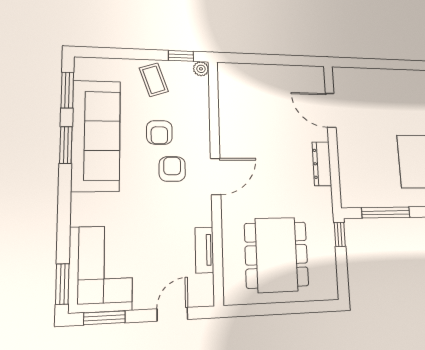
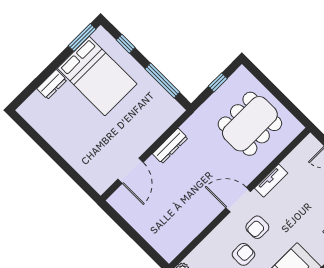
window: (340, 234) -> (218, 82), moved
tv unit: (204, 250) -> (271, 181), moved

